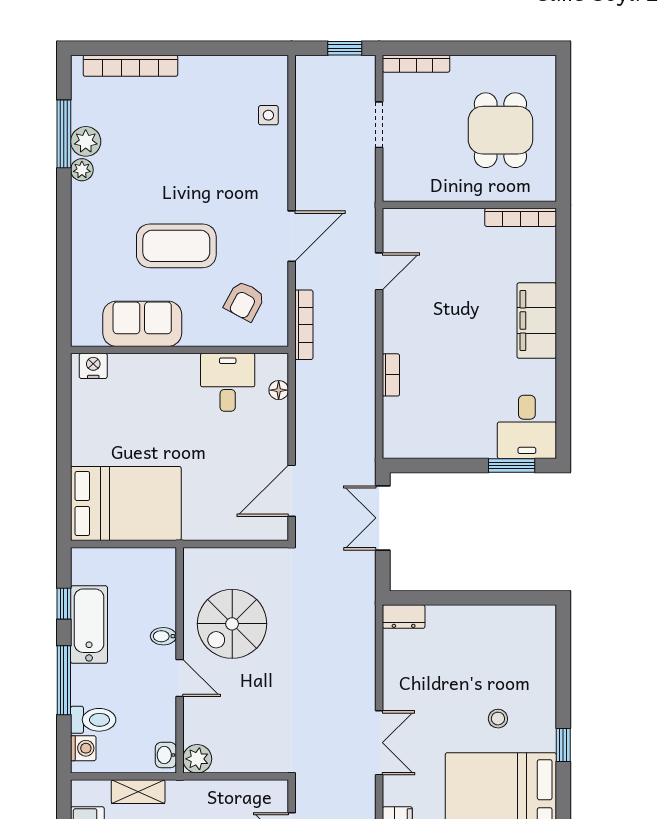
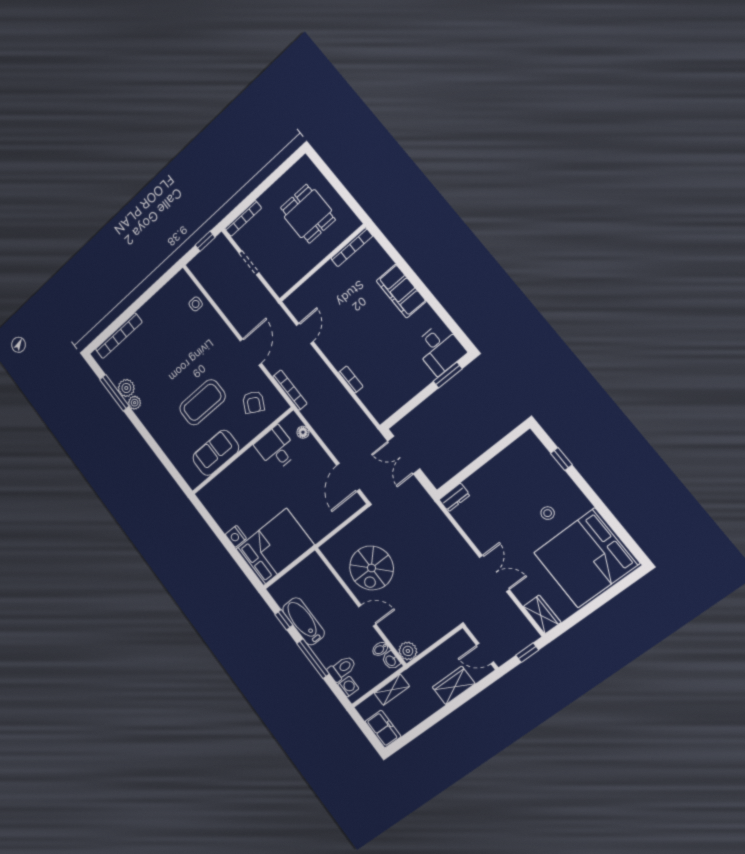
nightstand: (93, 366) -> (236, 536), moved, turned -90
bidet: (163, 636) -> (380, 649), moved
window: (563, 745) -> (561, 459), moved

